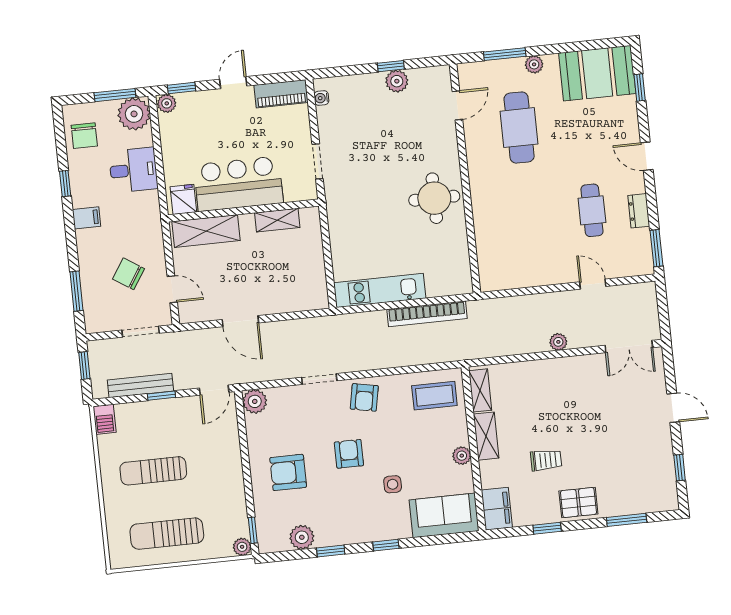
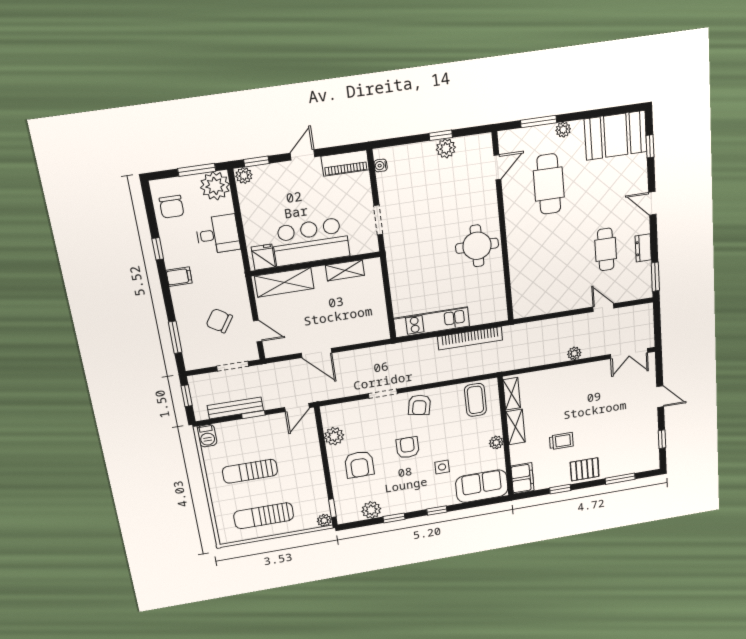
coffee table: (434, 396) -> (475, 400), turned 90
plant: (255, 401) -> (334, 436), moved
armchair: (288, 472) -> (359, 464), turned -90

